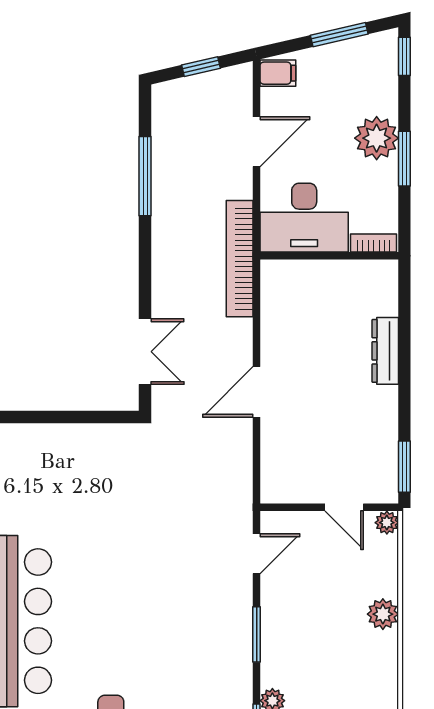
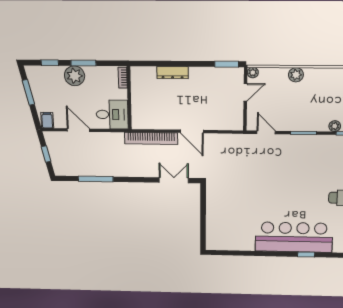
window: (404, 56) -> (50, 63), moved
desk: (304, 218) -> (112, 115), width x0.73
bookcase: (240, 259) -> (151, 138), moved

